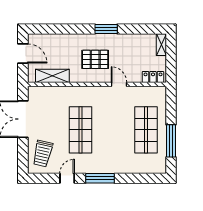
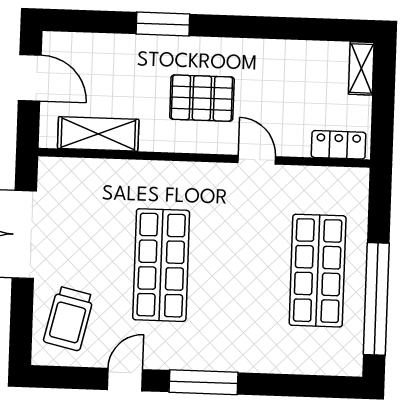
window: (106, 29) -> (163, 24), moved
window: (171, 141) -> (376, 299), width x1.46

